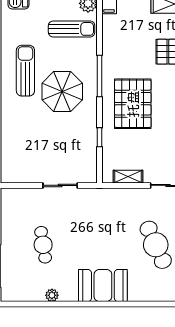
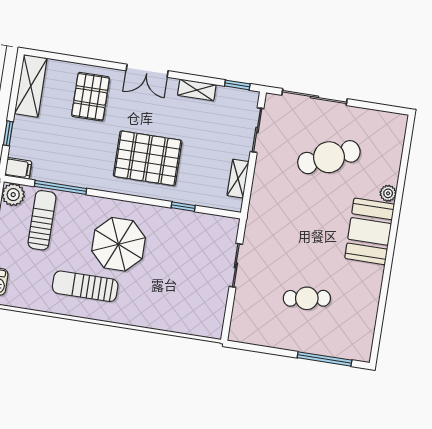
window: (99, 76) -> (61, 187), moved
plant: (52, 295) -> (388, 193), moved

